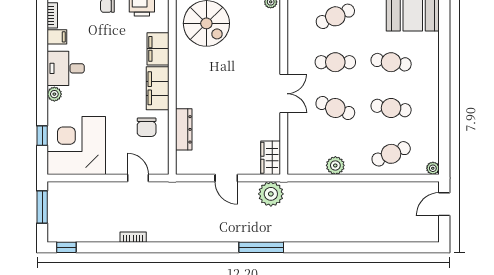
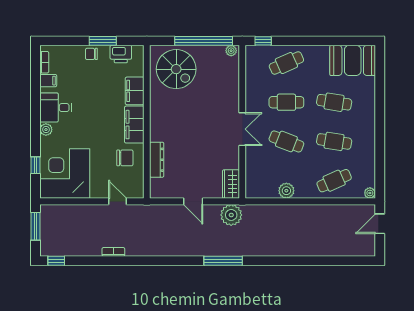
chair: (147, 127) -> (125, 158), turned -90

